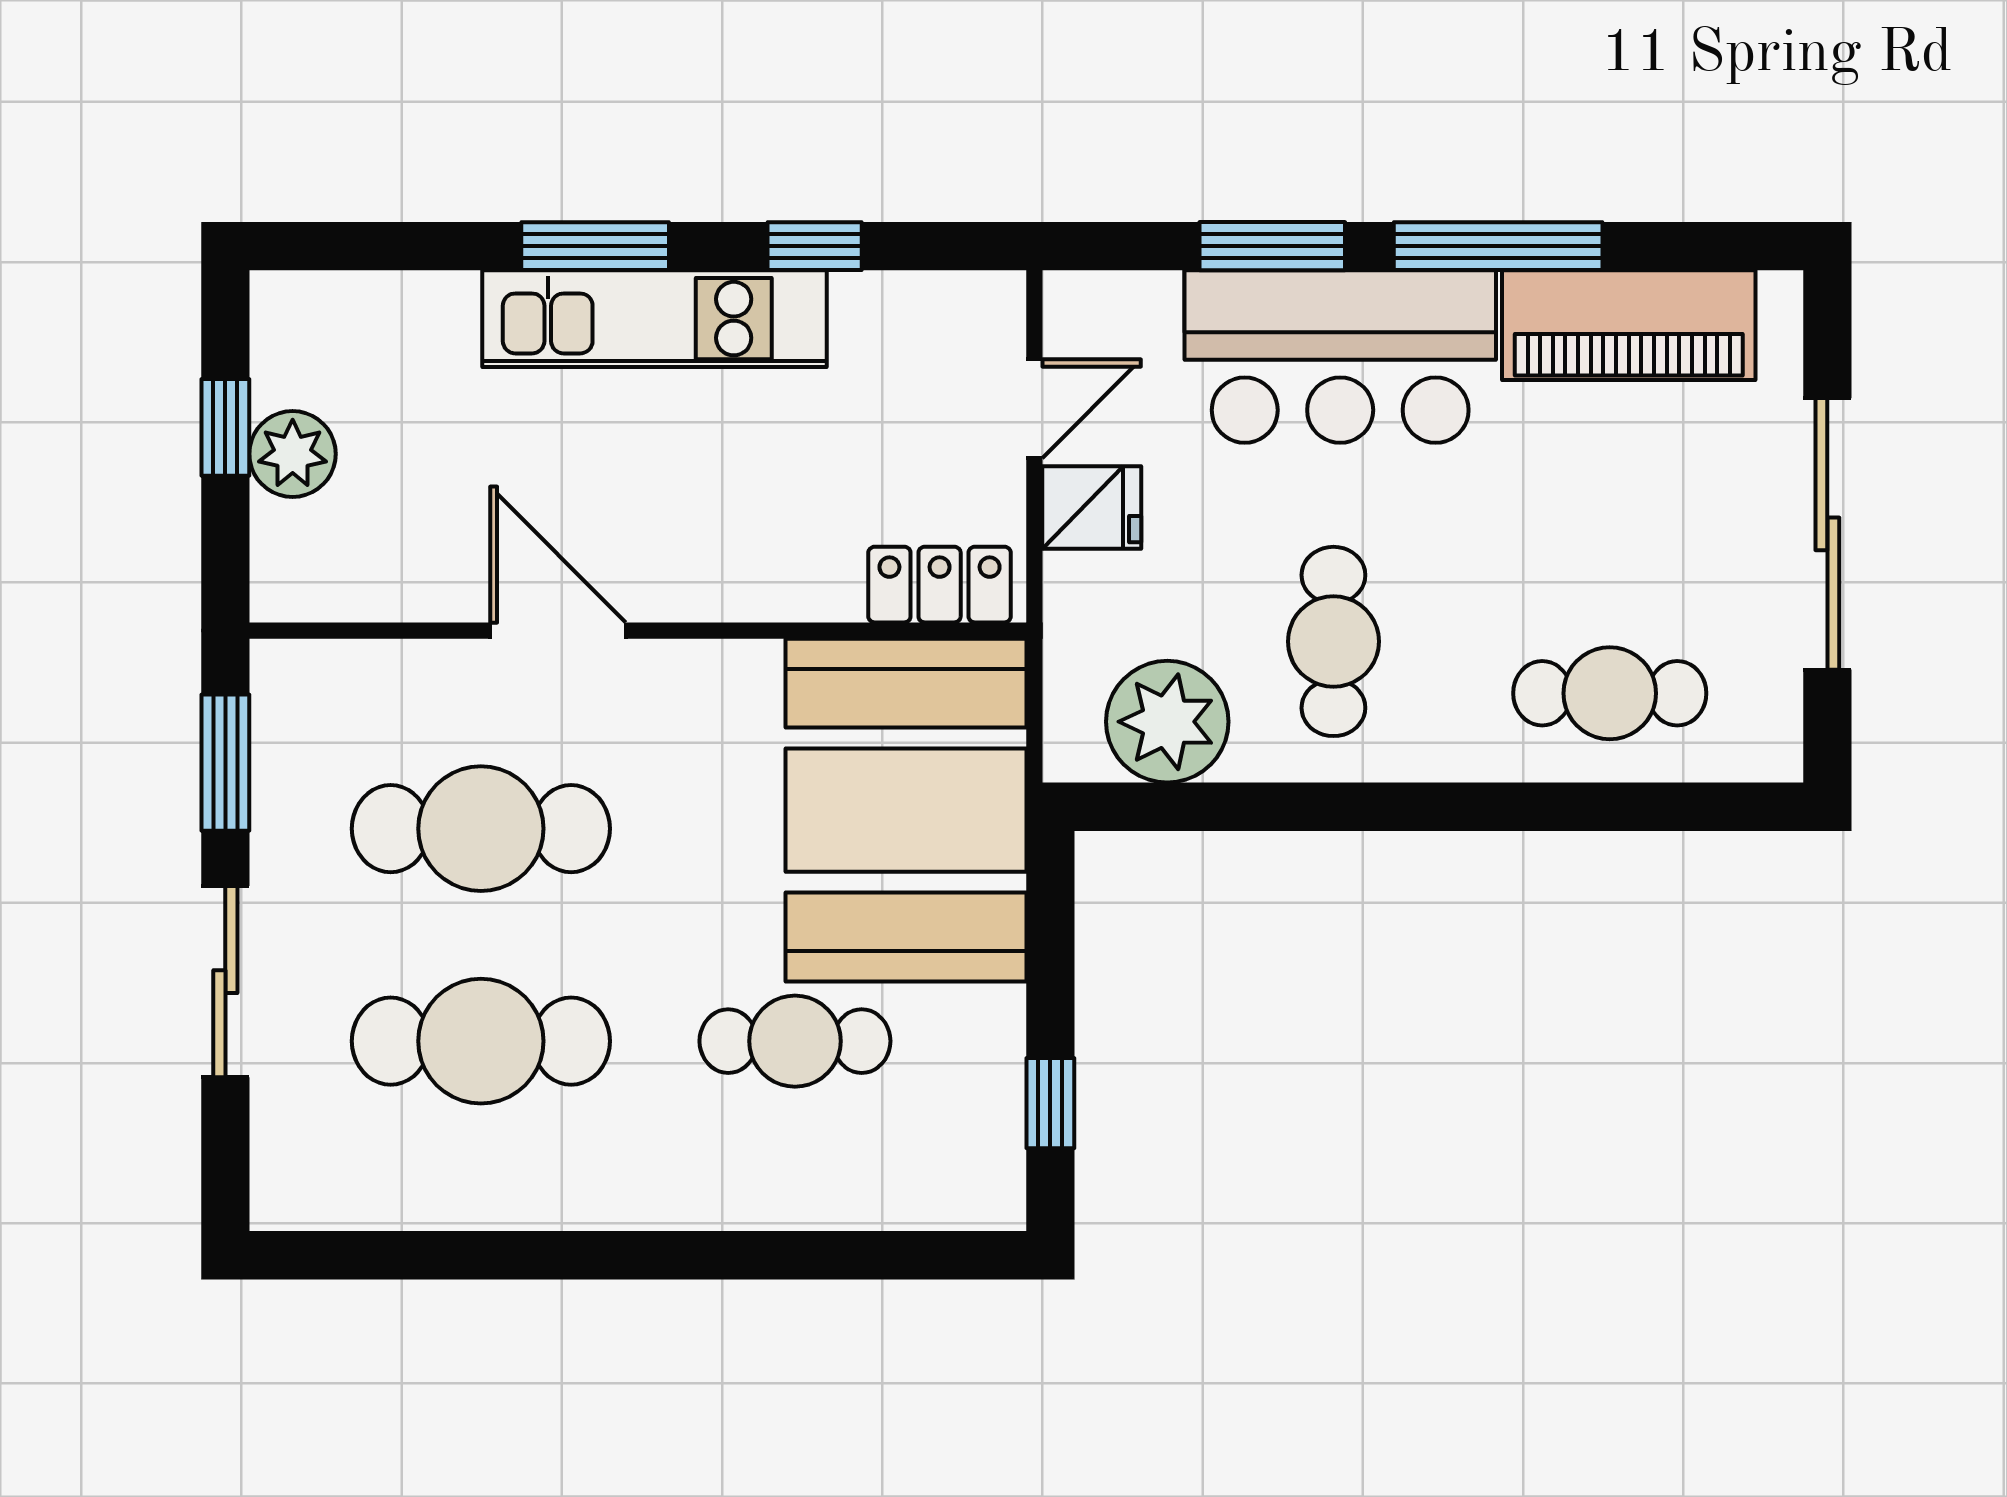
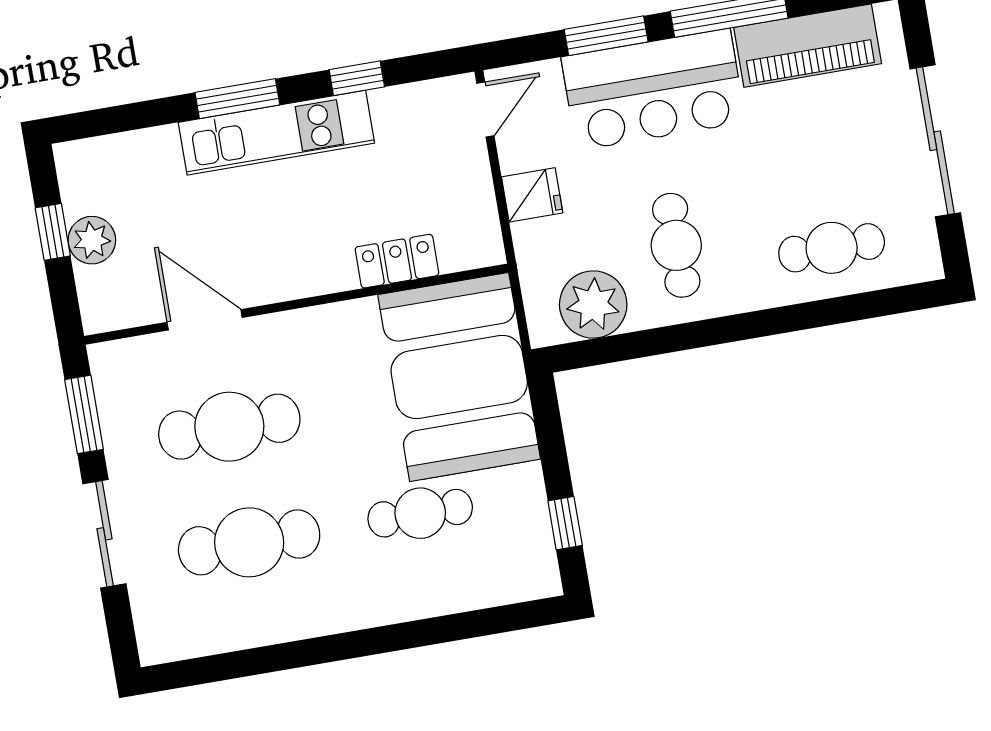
door: (1034, 409) -> (485, 110), moved
locker: (940, 585) -> (397, 261), moved
door: (558, 631) -> (205, 320), moved

